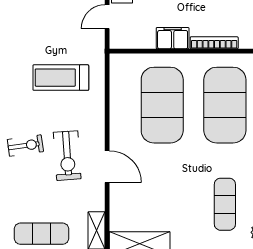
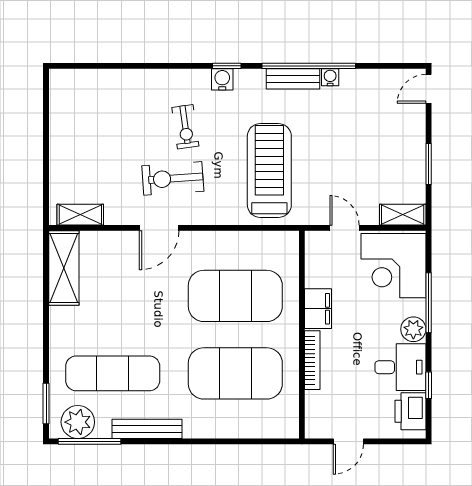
treadmill: (61, 78) -> (269, 171), width x1.37, depth x1.38
exercise mat: (225, 204) -> (113, 373), width x1.36, depth x1.45
exercise mat: (41, 234) -> (76, 147), removed

